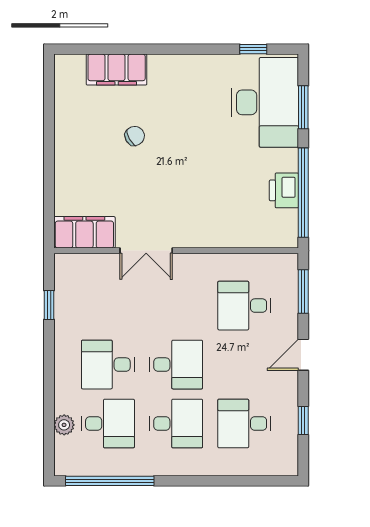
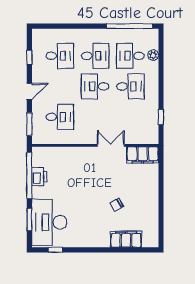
desk: (176, 424) -> (95, 56), turned 180

